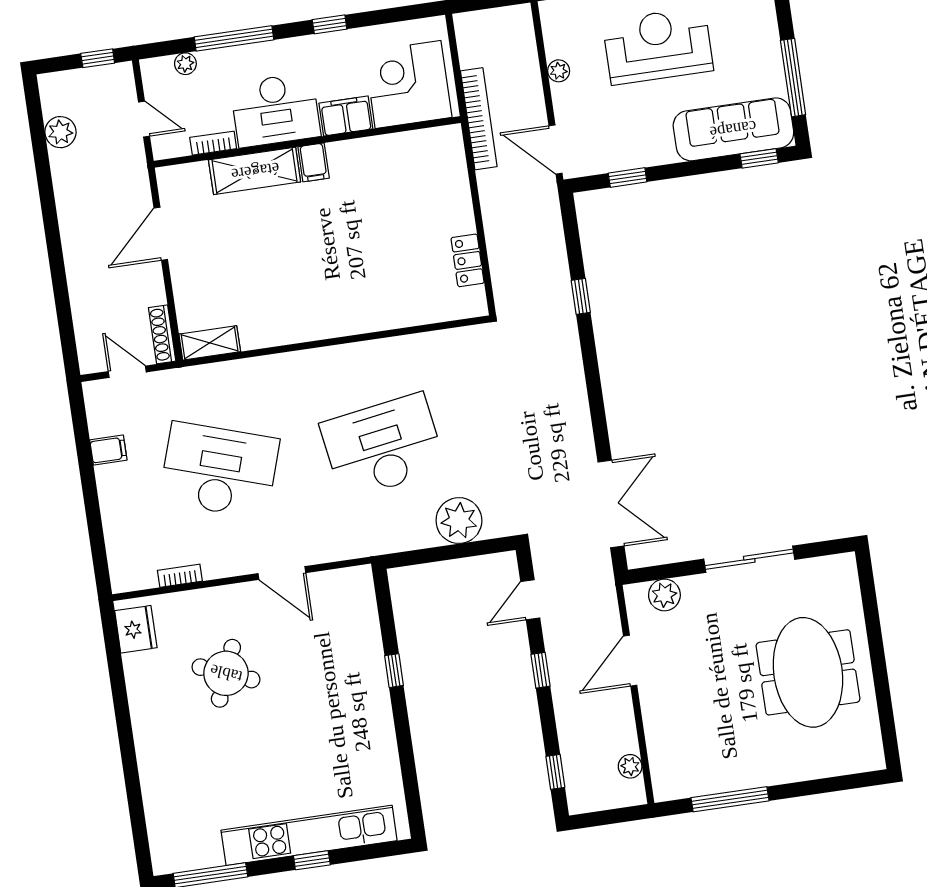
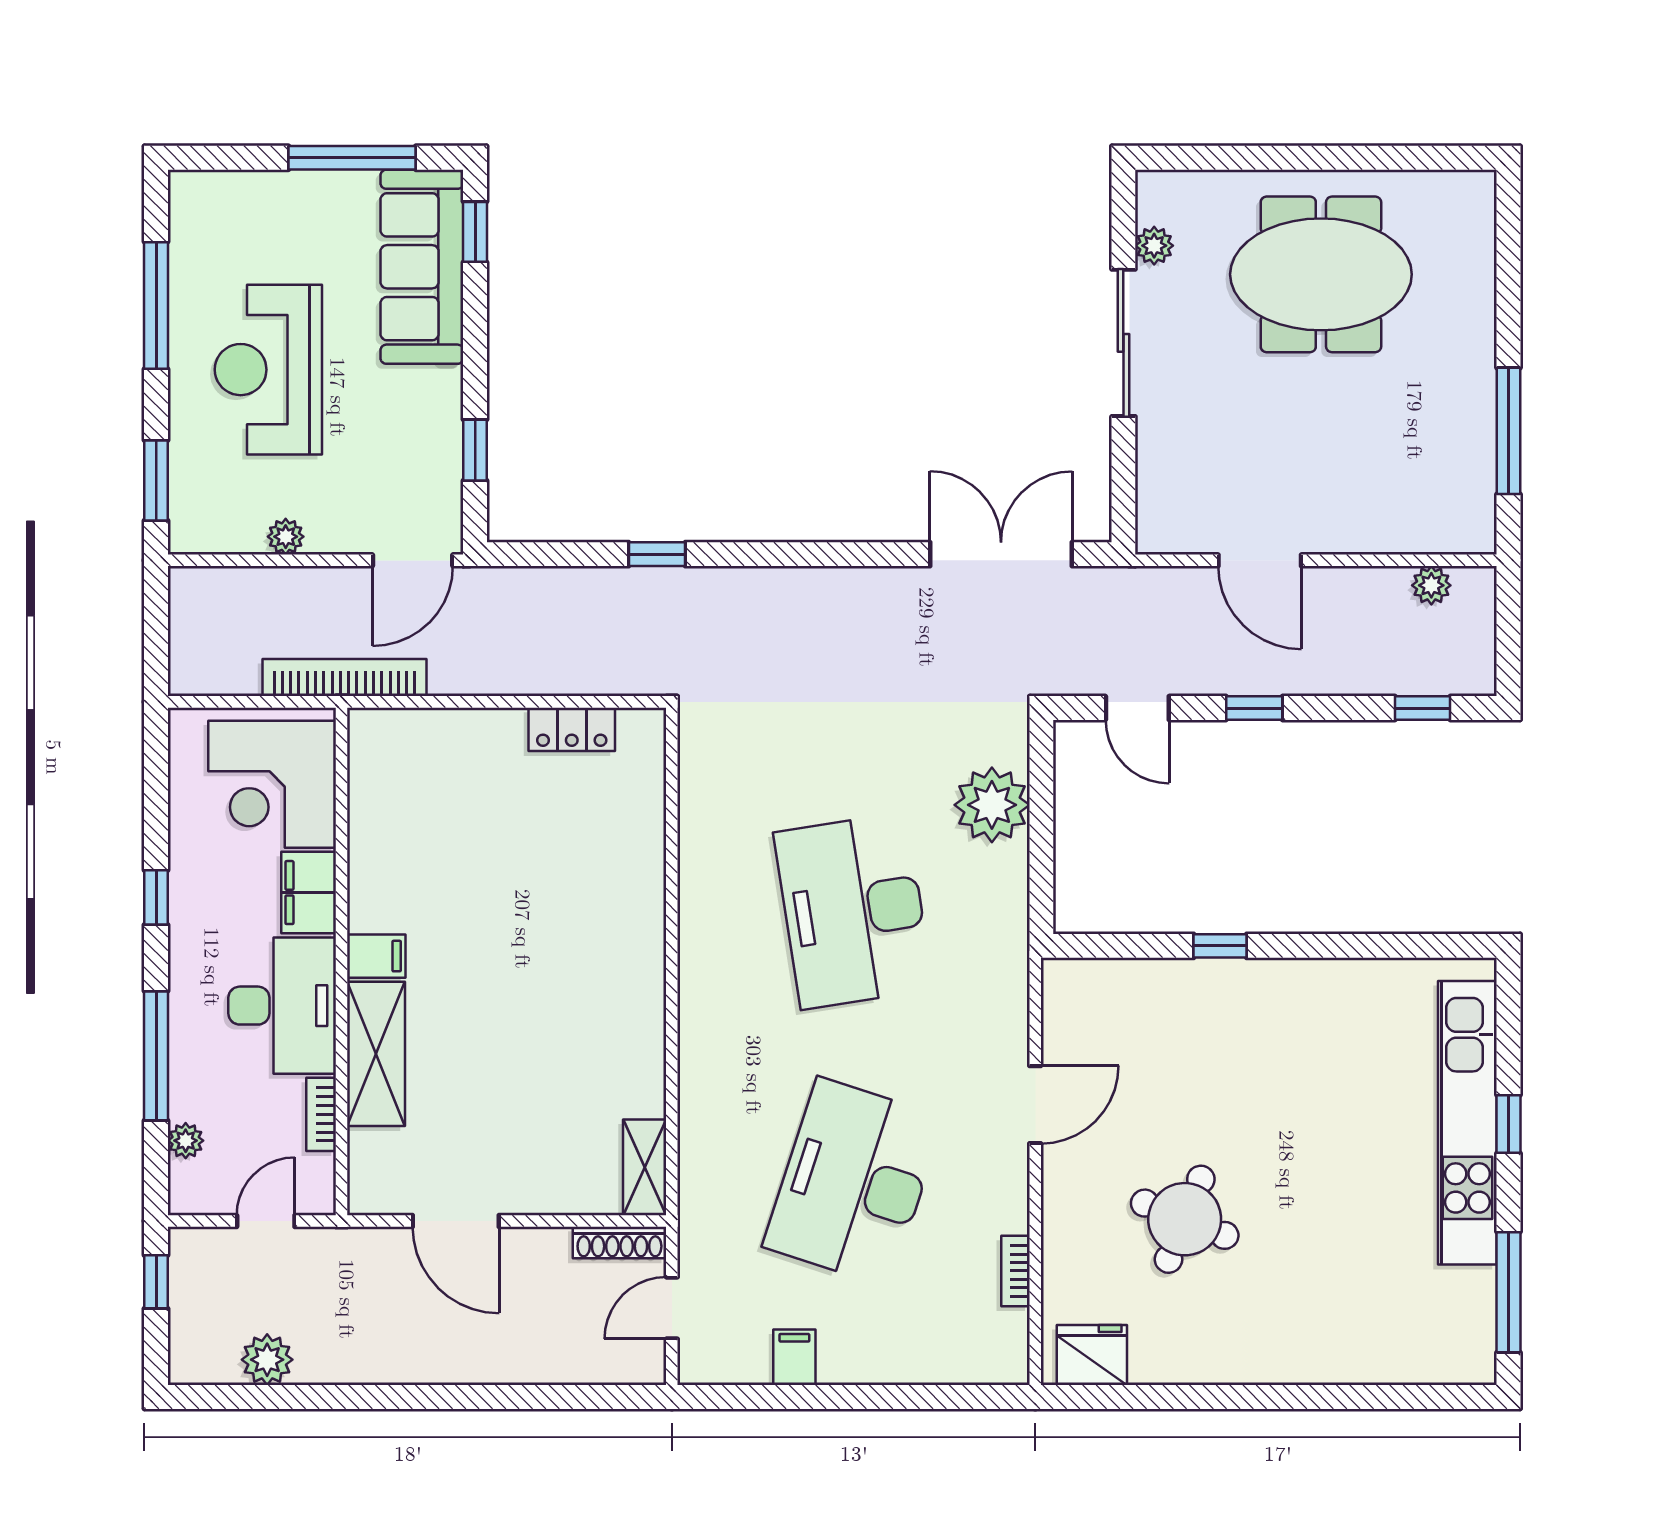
plant: (664, 595) -> (1154, 246), moved, width x0.73, depth x0.73

